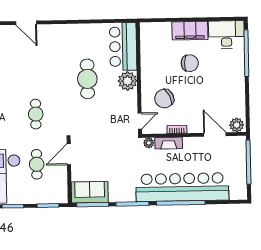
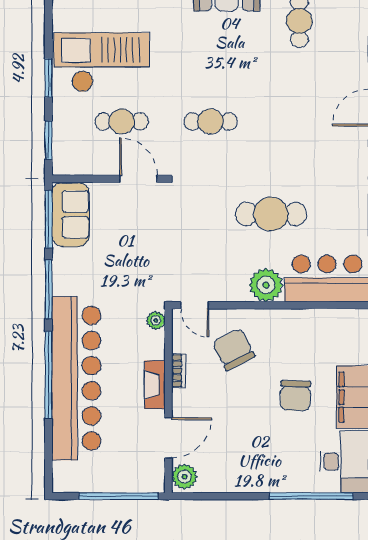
fireplace: (169, 143) -> (155, 385), moved

